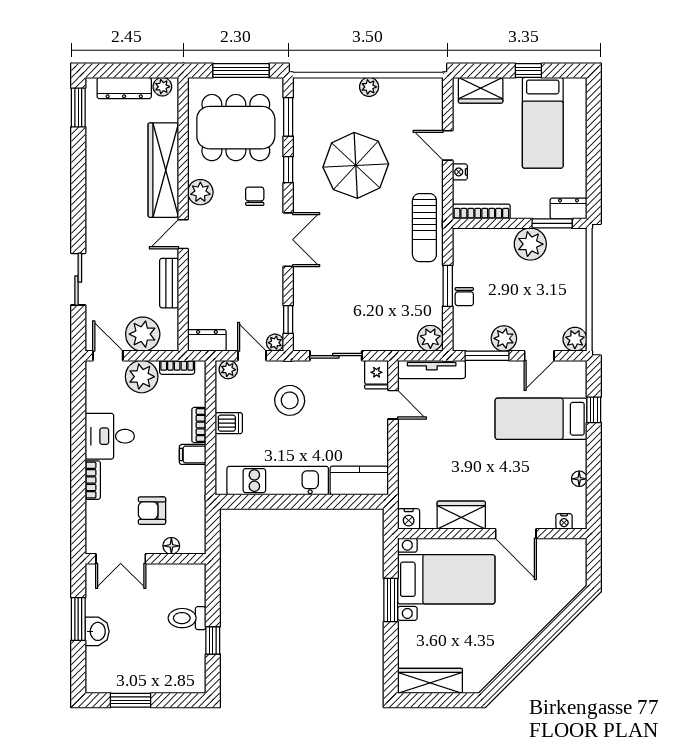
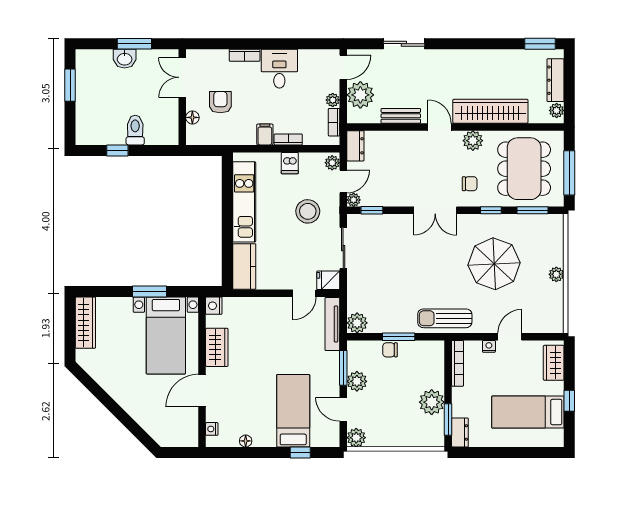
plant: (142, 377) -> (333, 100), width x0.53, depth x0.53

